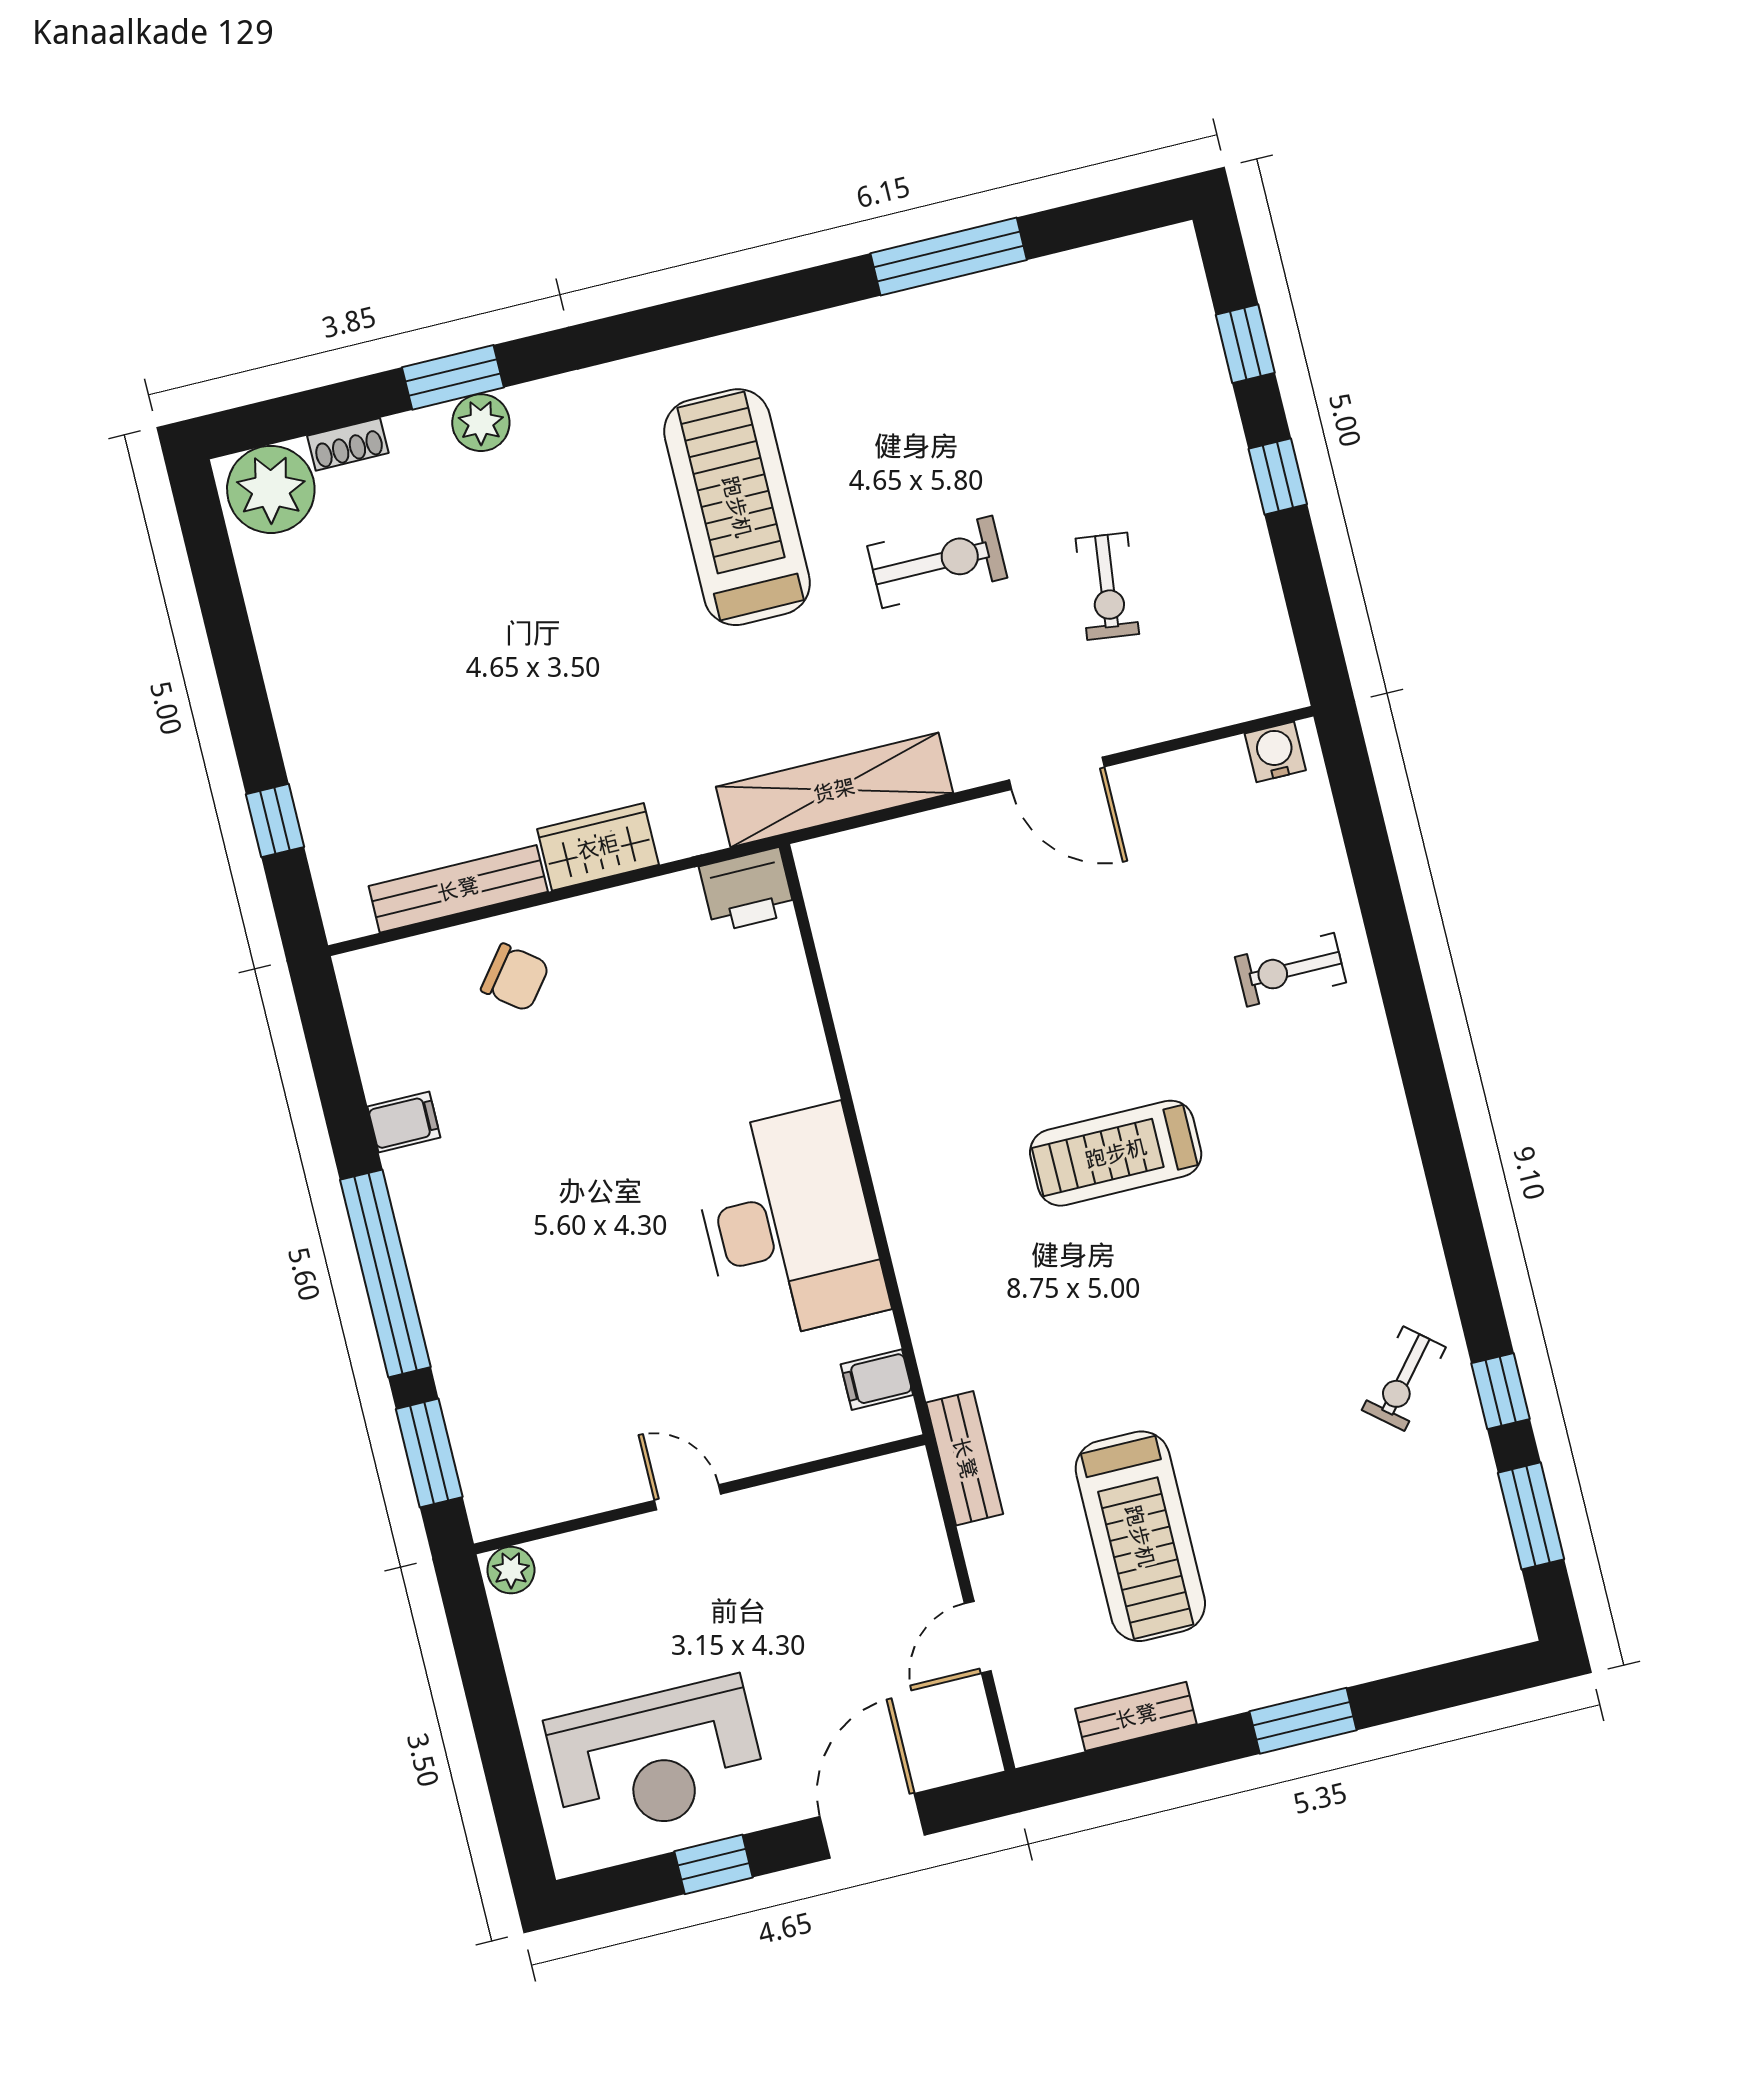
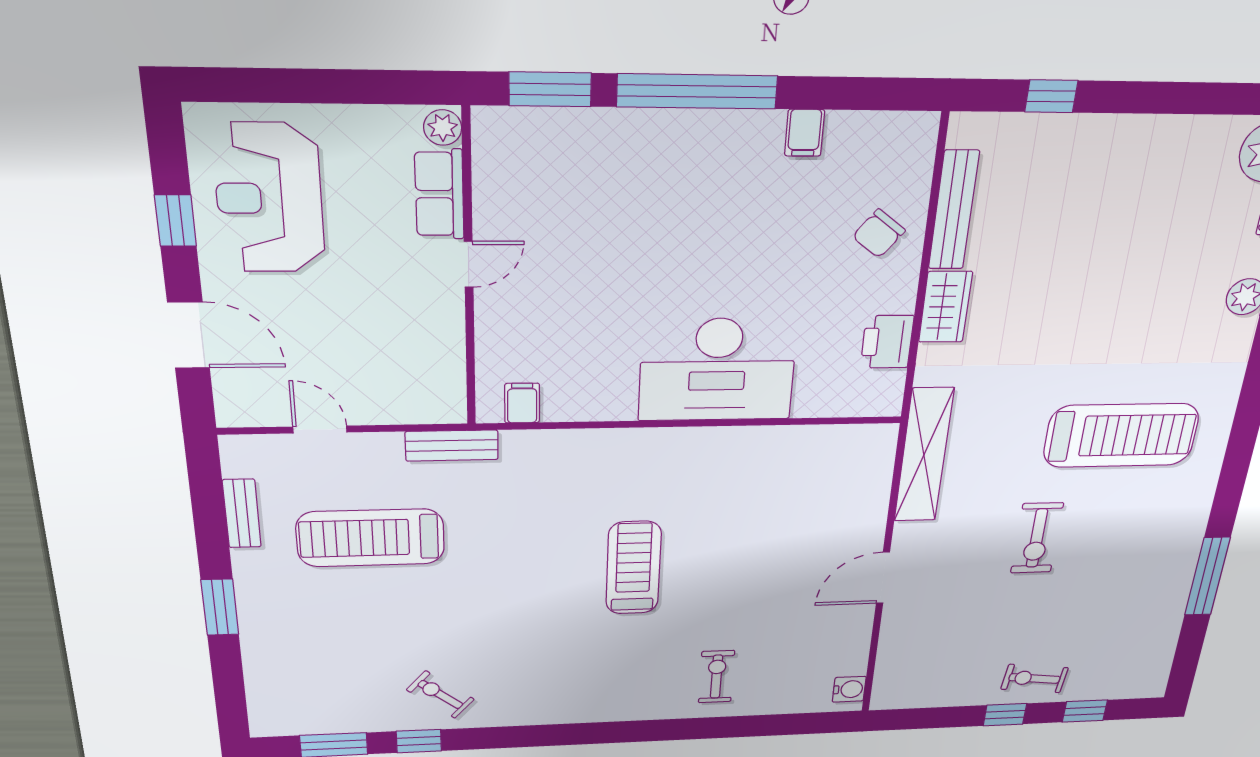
exercise bike: (1107, 586) -> (1034, 678), moved
printer: (747, 890) -> (887, 342), moved
desk: (788, 1224) -> (717, 370), moved
row of seats: (600, 1555) -> (439, 194), added

